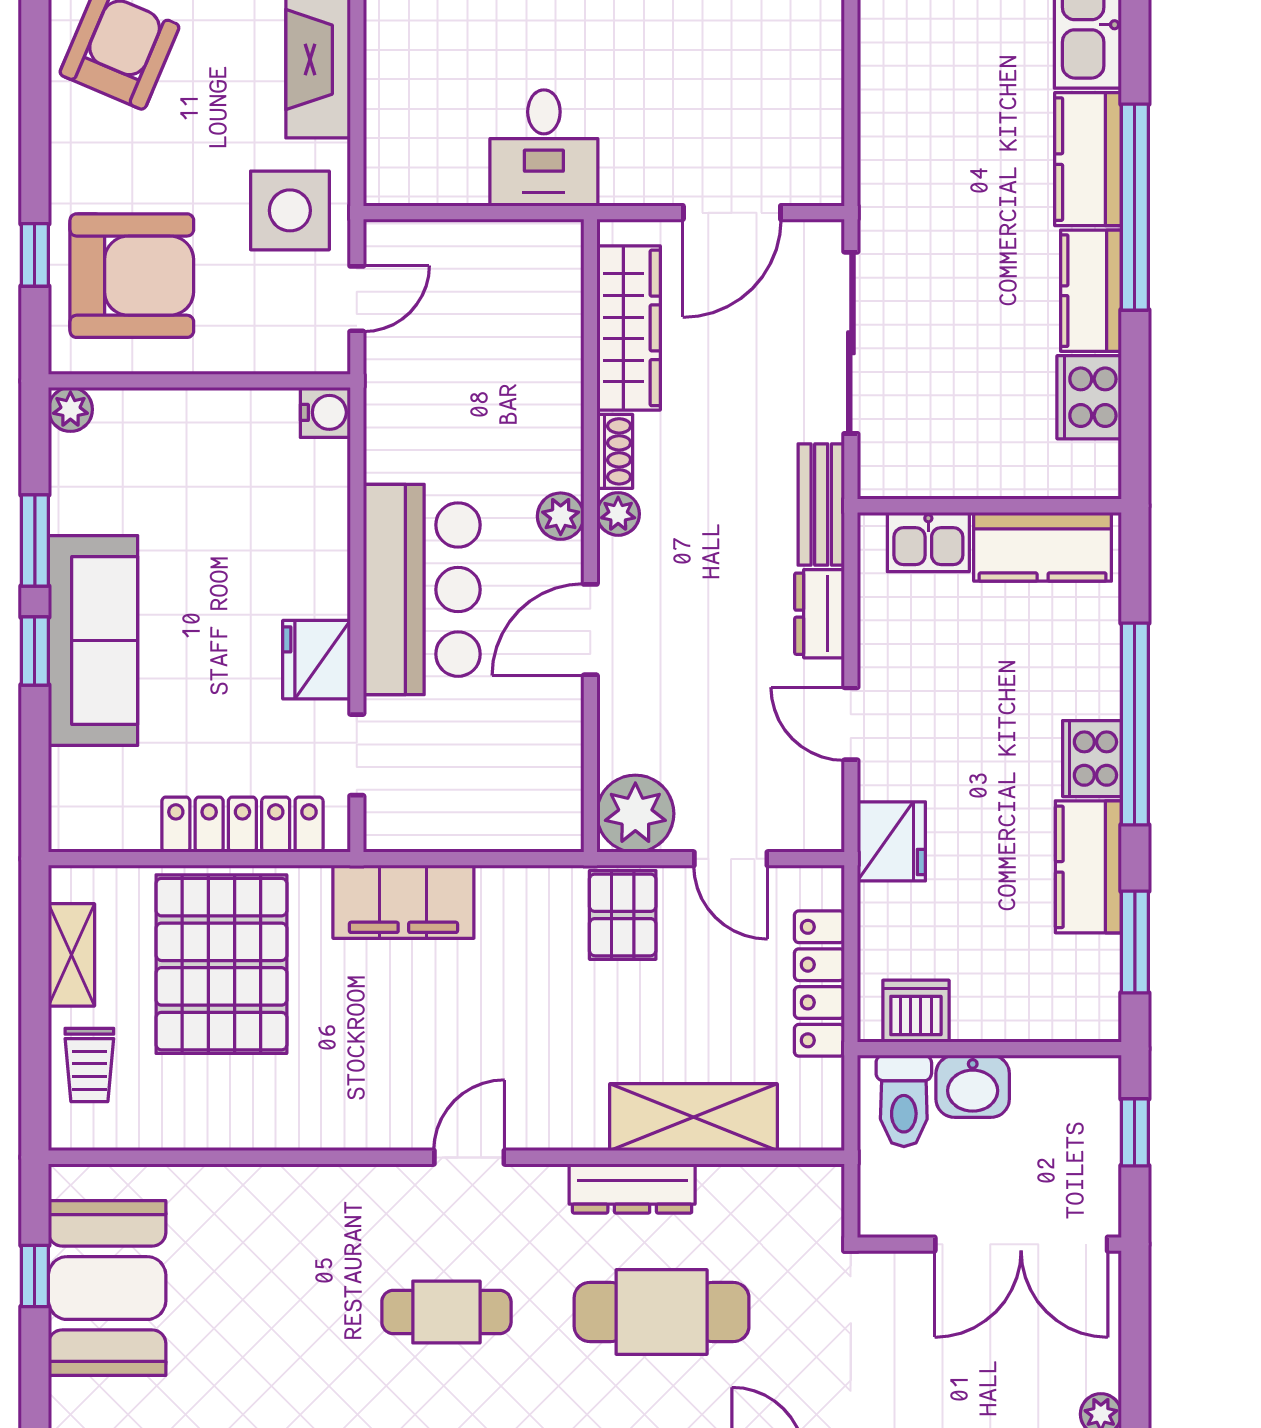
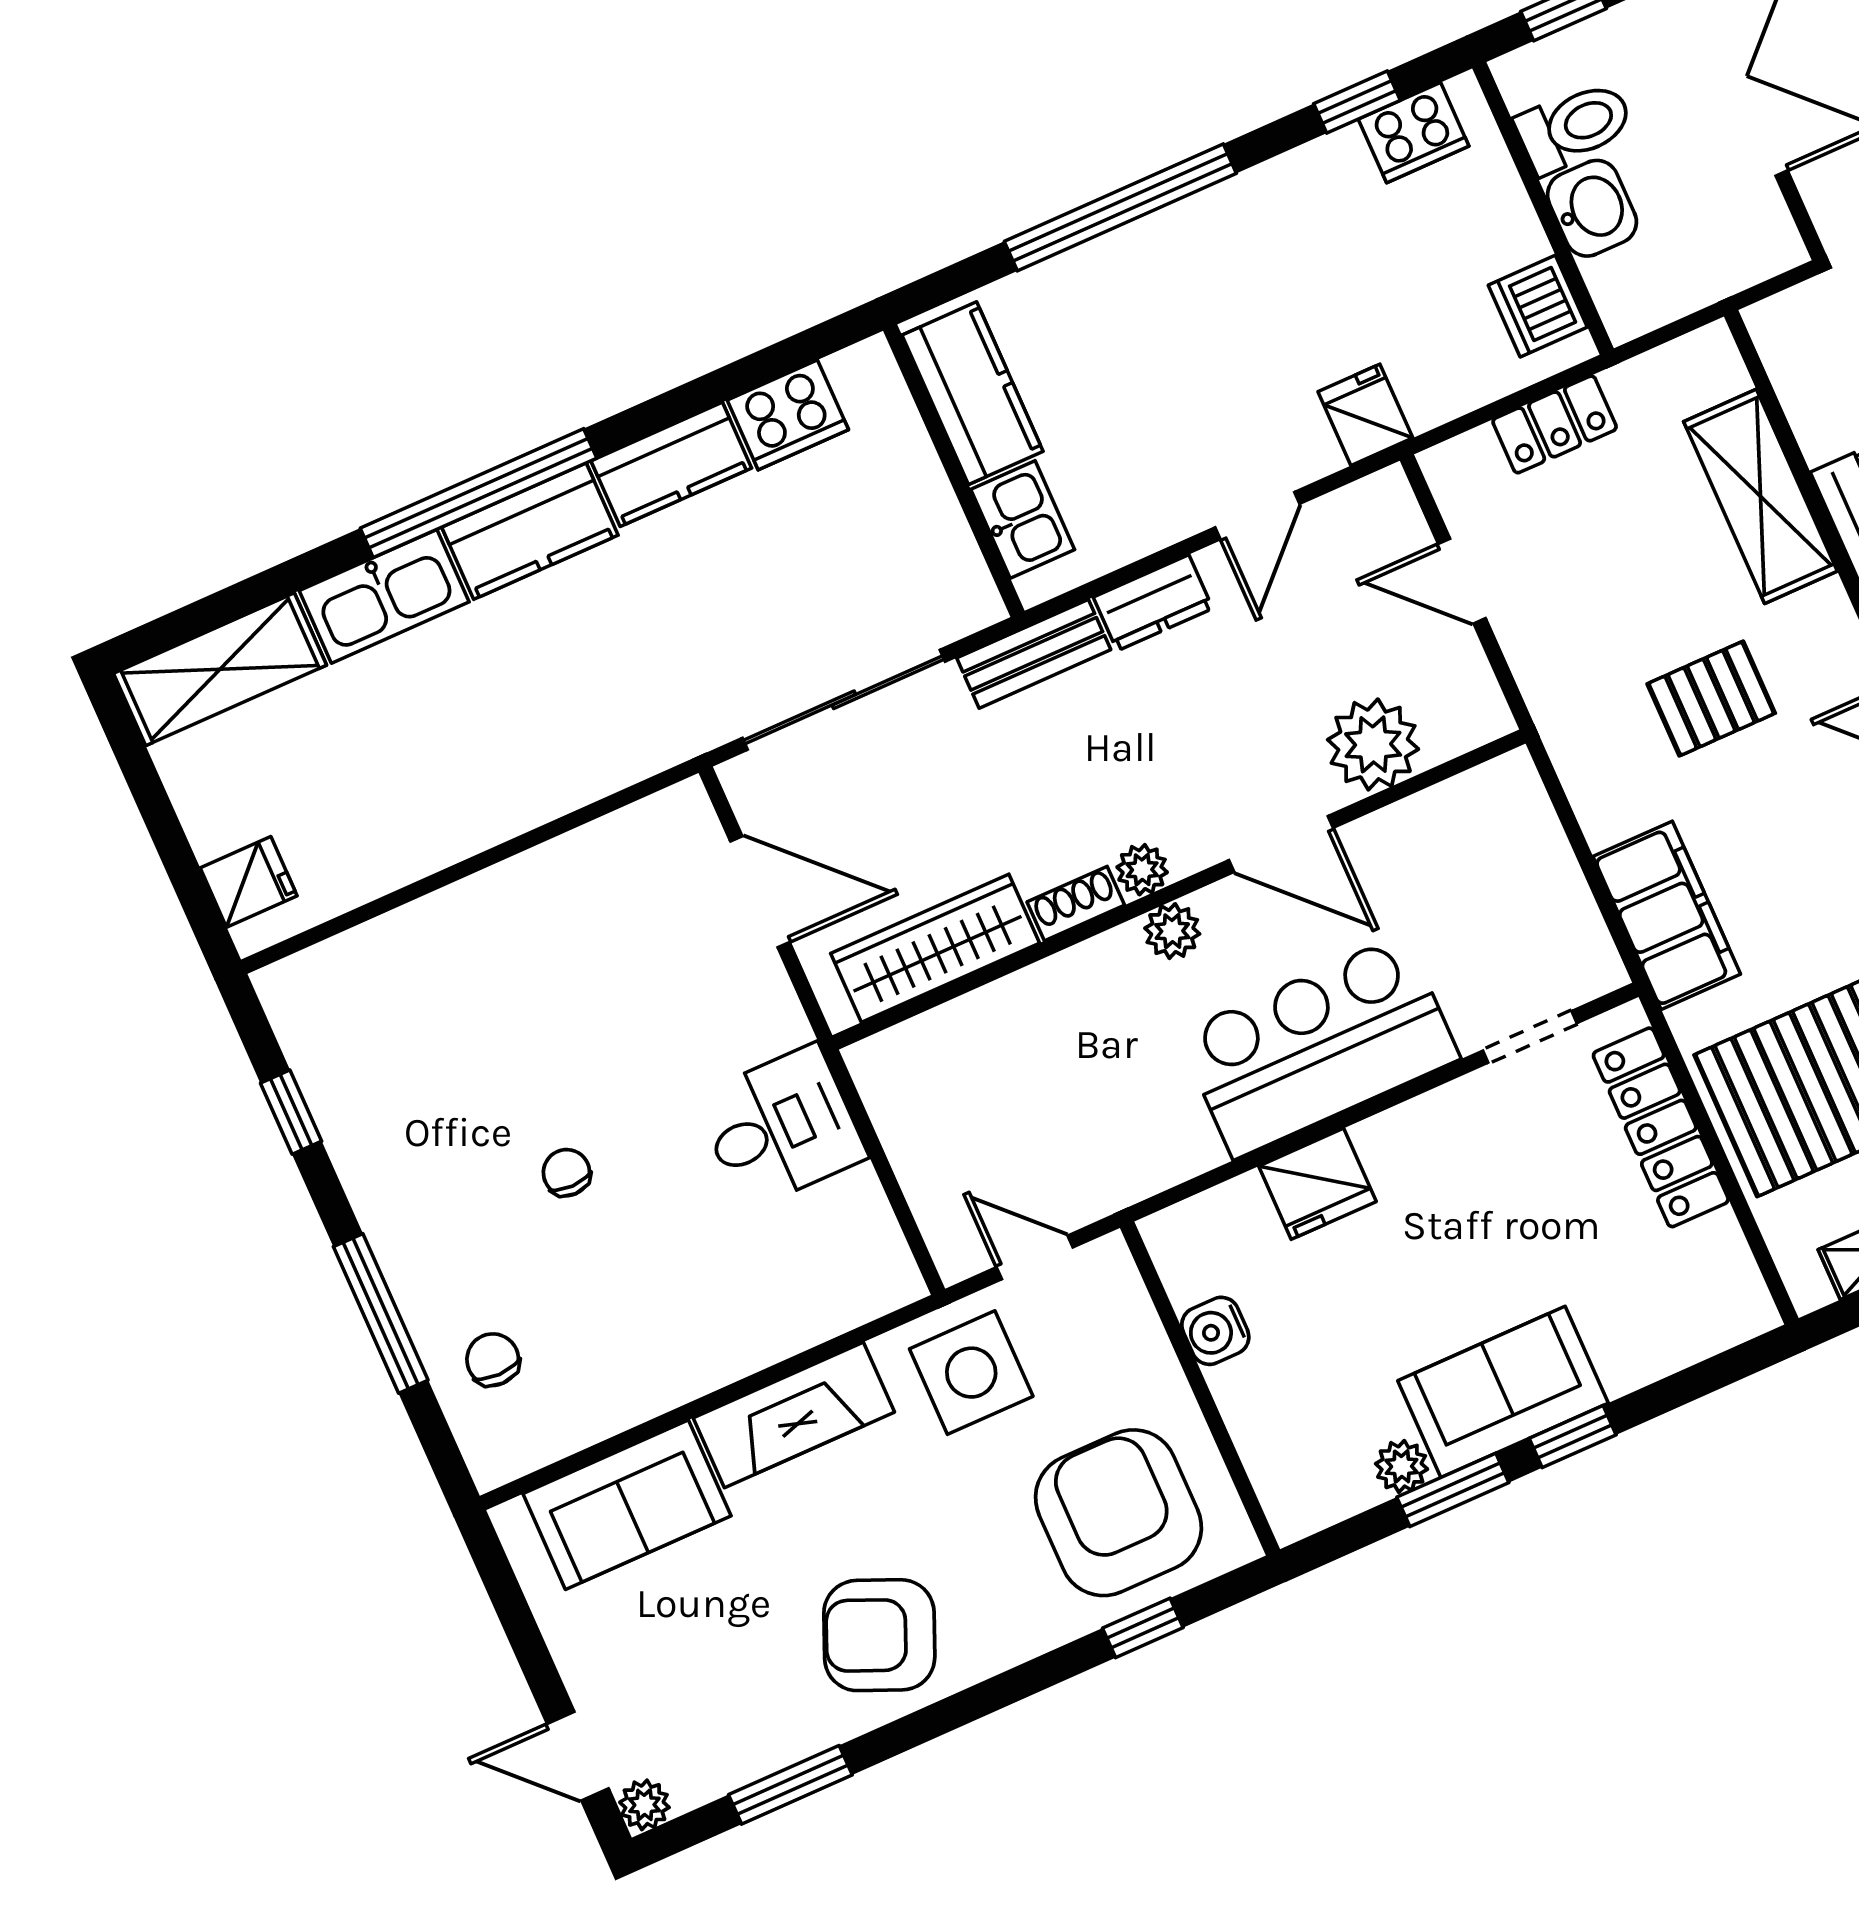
window: (1135, 207) -> (478, 493), moved
plant: (70, 409) -> (1402, 1466), moved
water cooler: (325, 412) -> (1215, 1331), moved, turned -90
sofa: (93, 640) -> (1503, 1392), width x0.73
fridge: (317, 660) -> (1317, 1184), moved
cooker: (1092, 759) -> (1414, 133), moved
plant: (635, 814) -> (1373, 744), moved
fridge: (891, 841) -> (1365, 415), width x0.72
door: (731, 859) -> (1462, 581), swing flipped
kitchen counter: (1088, 867) -> (1298, 189), removed
pallet: (623, 915) -> (1711, 699), moved
window: (1135, 942) -> (1357, 102), width x0.67
locker: (819, 984) -> (1555, 424), width x0.66
toilet: (904, 1101) -> (1575, 126), moved

